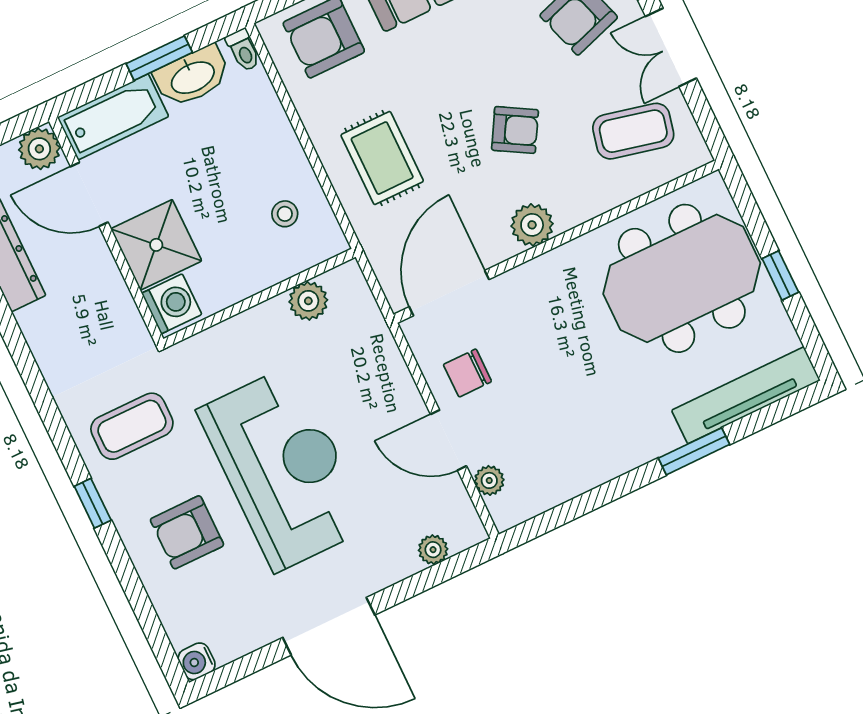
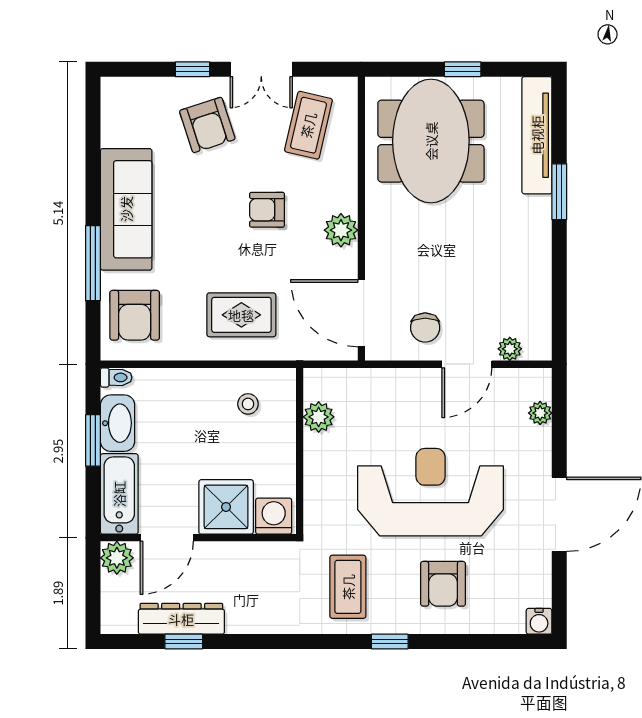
armchair: (515, 130) -> (267, 210), turned -120

